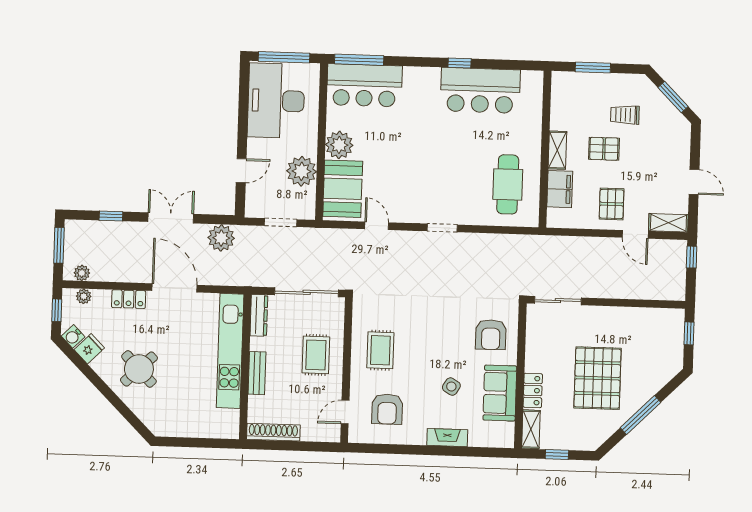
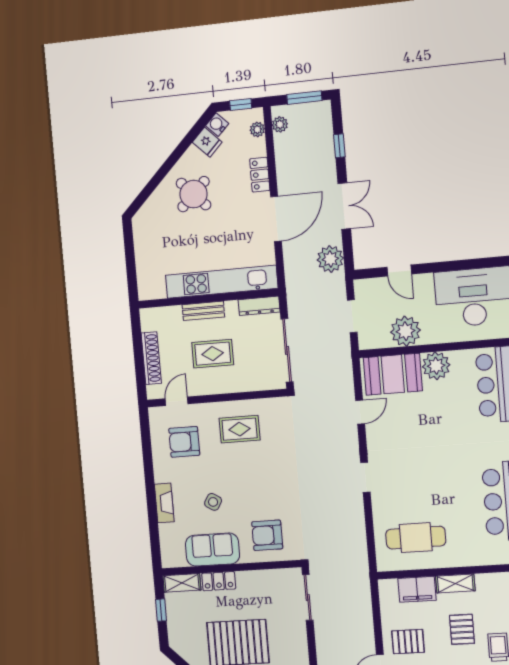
rug: (316, 355) -> (213, 354), moved
door: (345, 412) -> (177, 401), hinge flipped
shoe rack: (273, 432) -> (151, 358), moved

